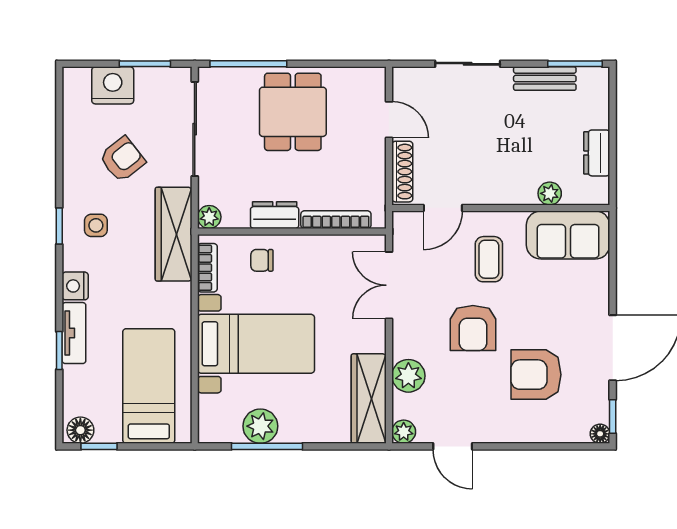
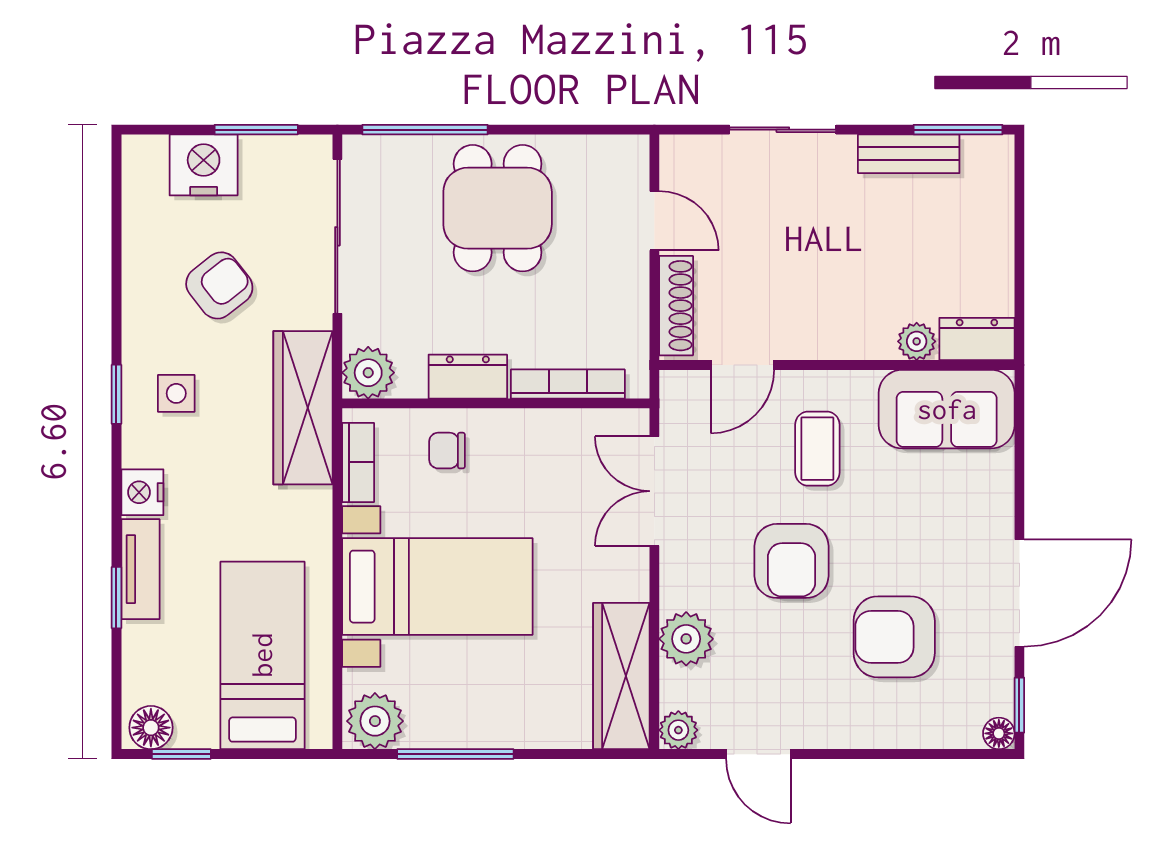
dresser: (597, 153) -> (977, 339), moved, turned 90
plant: (209, 217) -> (368, 373), width x1.38, depth x1.38
plant: (260, 426) -> (375, 721), moved

